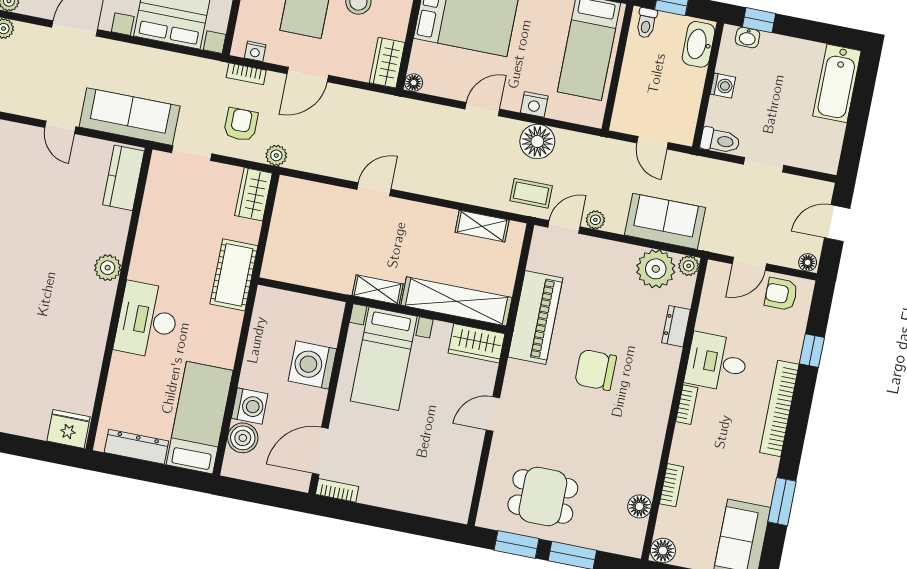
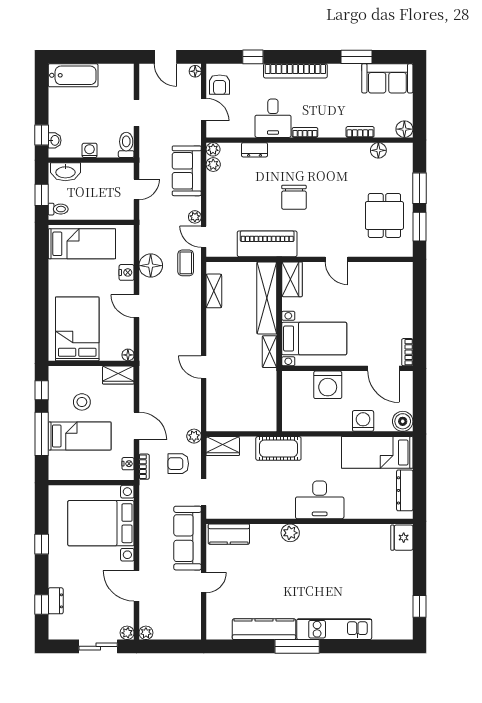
plant: (656, 269) -> (213, 165), width x0.53, depth x0.53
boiler: (243, 438) -> (403, 421), moved

